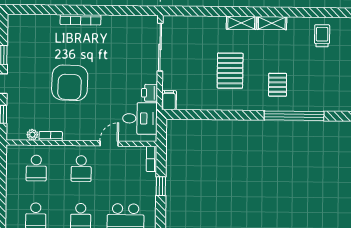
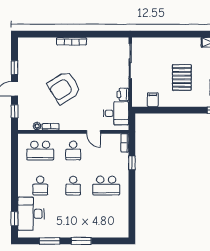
shelving: (241, 23) -> (190, 42), removed
armchair: (70, 83) -> (64, 88), turned 56
filing cabinet: (169, 100) -> (153, 100), moved
door: (109, 143) -> (94, 132), swing flipped
school desk: (36, 168) -> (40, 151), width x1.85

